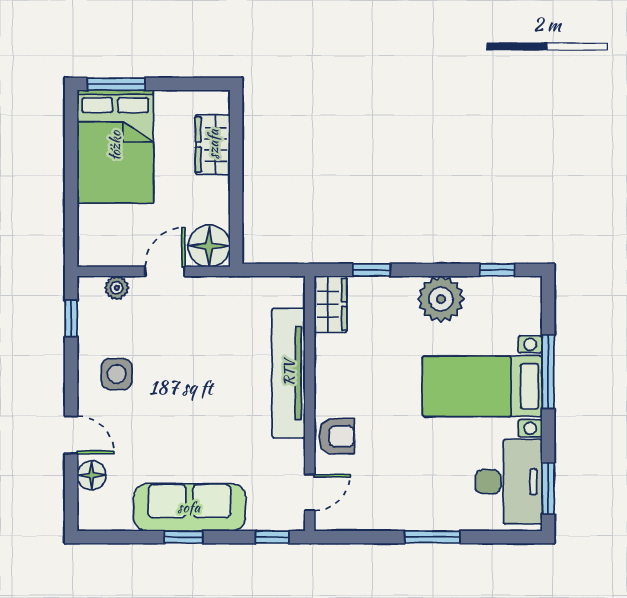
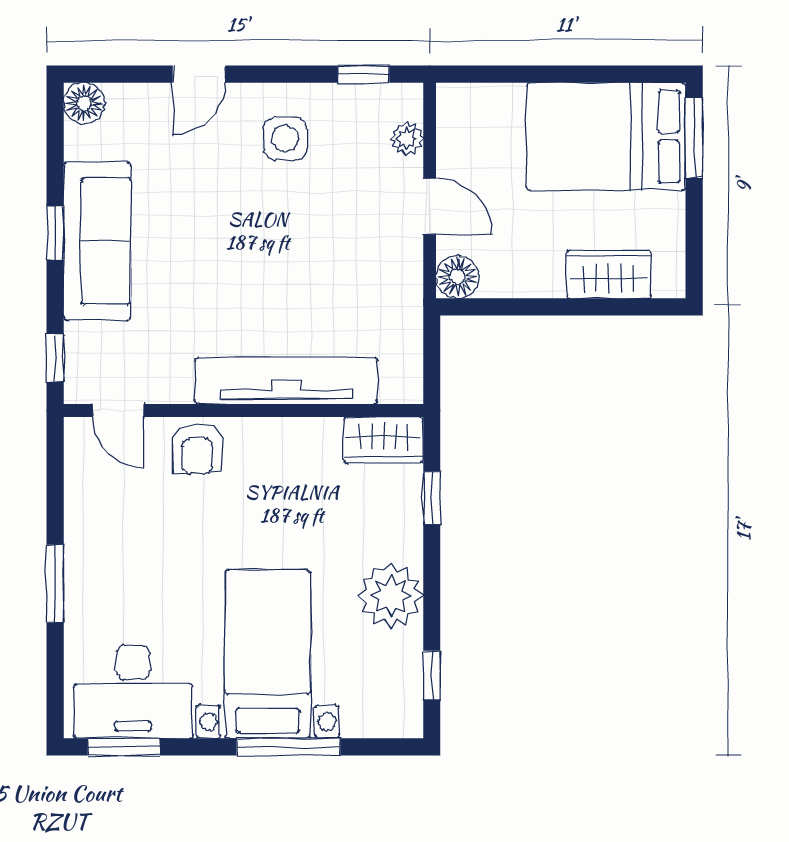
floor lamp: (209, 246) -> (458, 277), width x0.73, depth x0.73
floor lamp: (92, 475) -> (84, 103), moved

